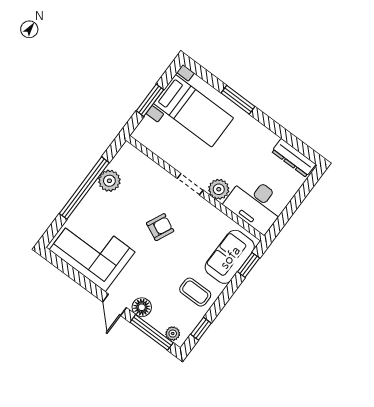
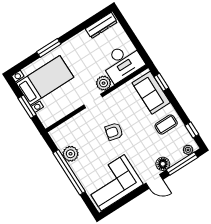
armchair: (160, 227) -> (114, 132), turned -101

